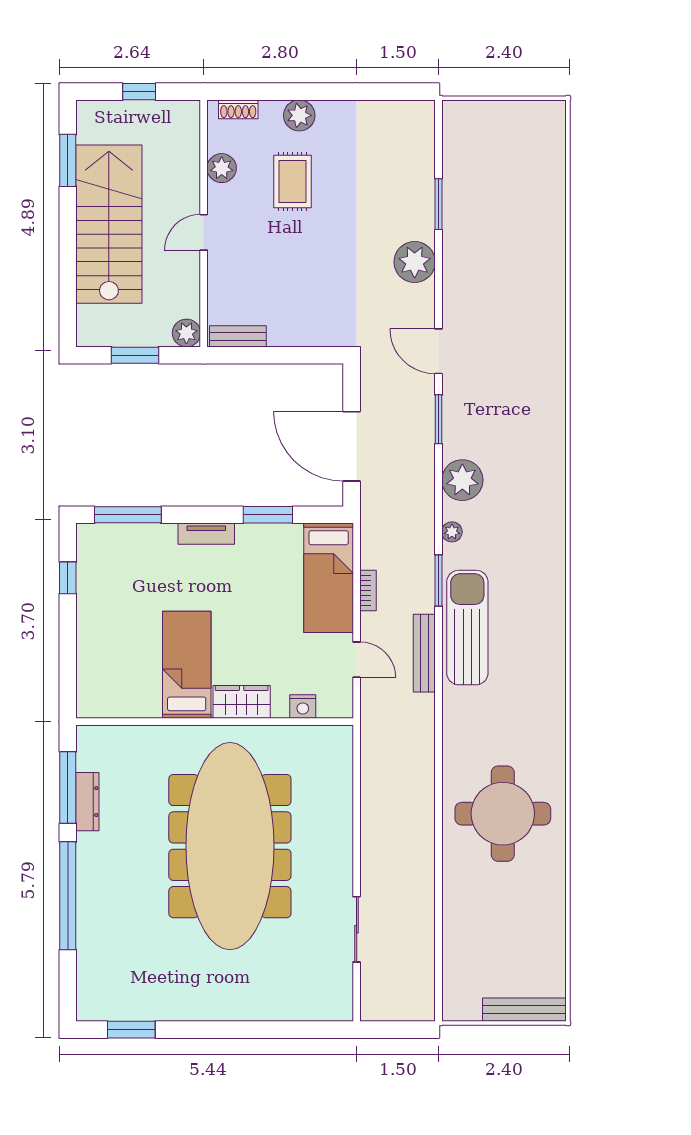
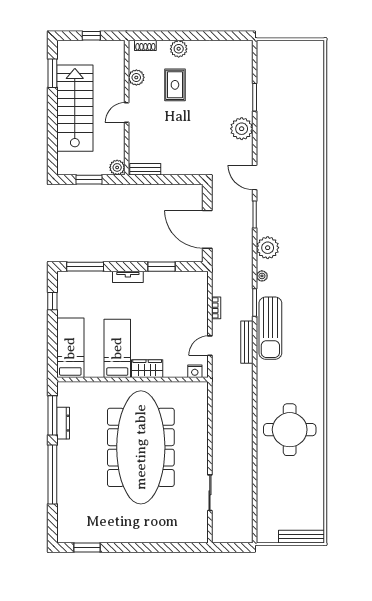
bed: (329, 578) -> (70, 348), moved, turned 180
sun lounger: (467, 628) -> (270, 328), turned 180
door: (357, 660) -> (210, 346), swing flipped
nightstand: (303, 707) -> (195, 371), moved

